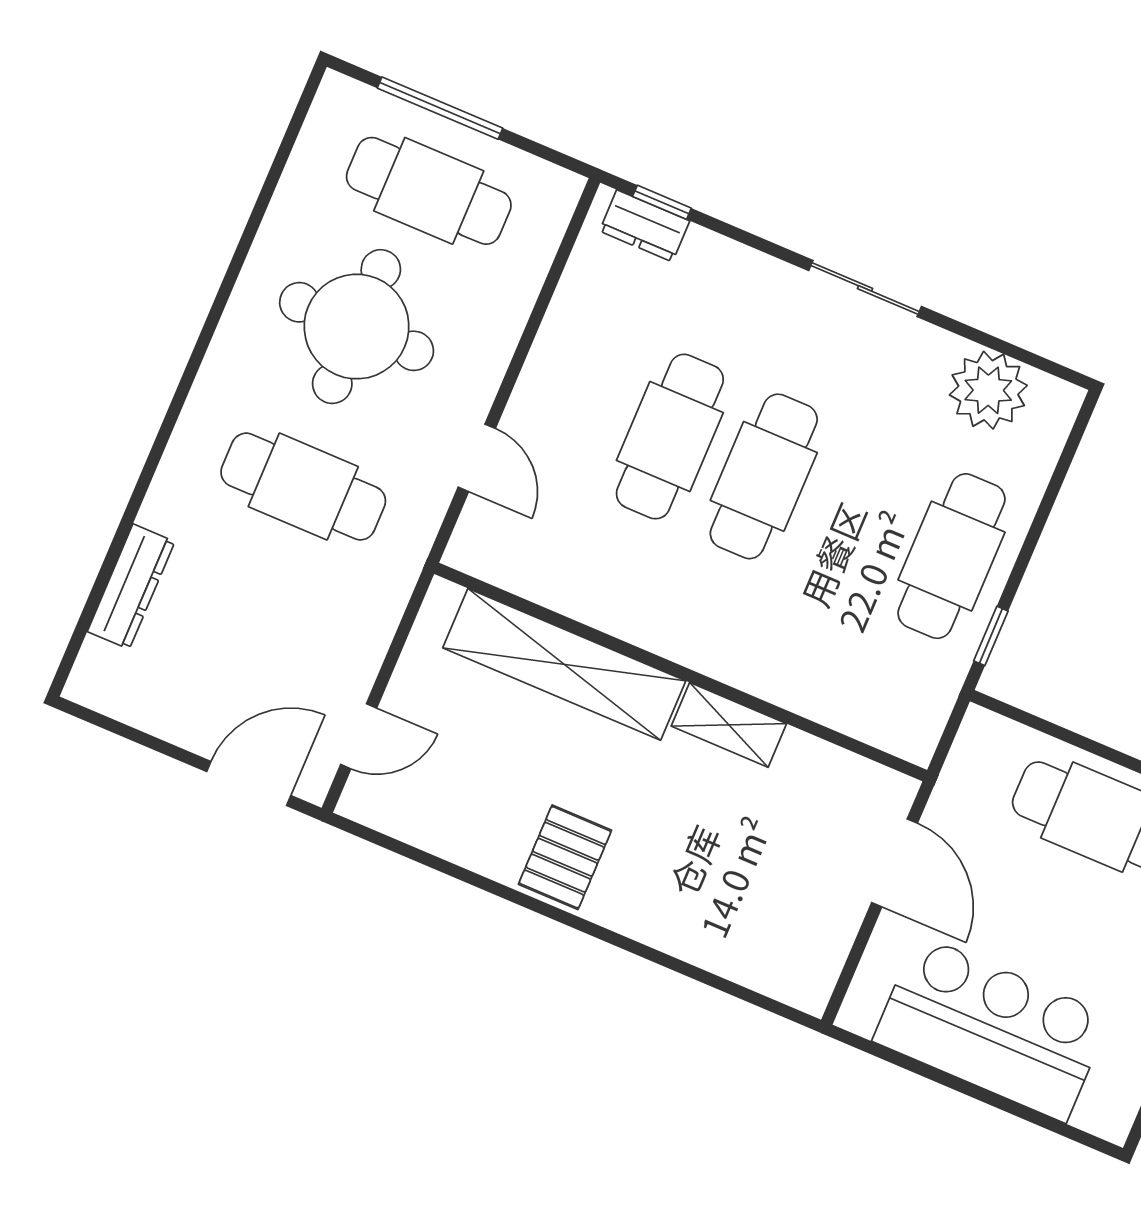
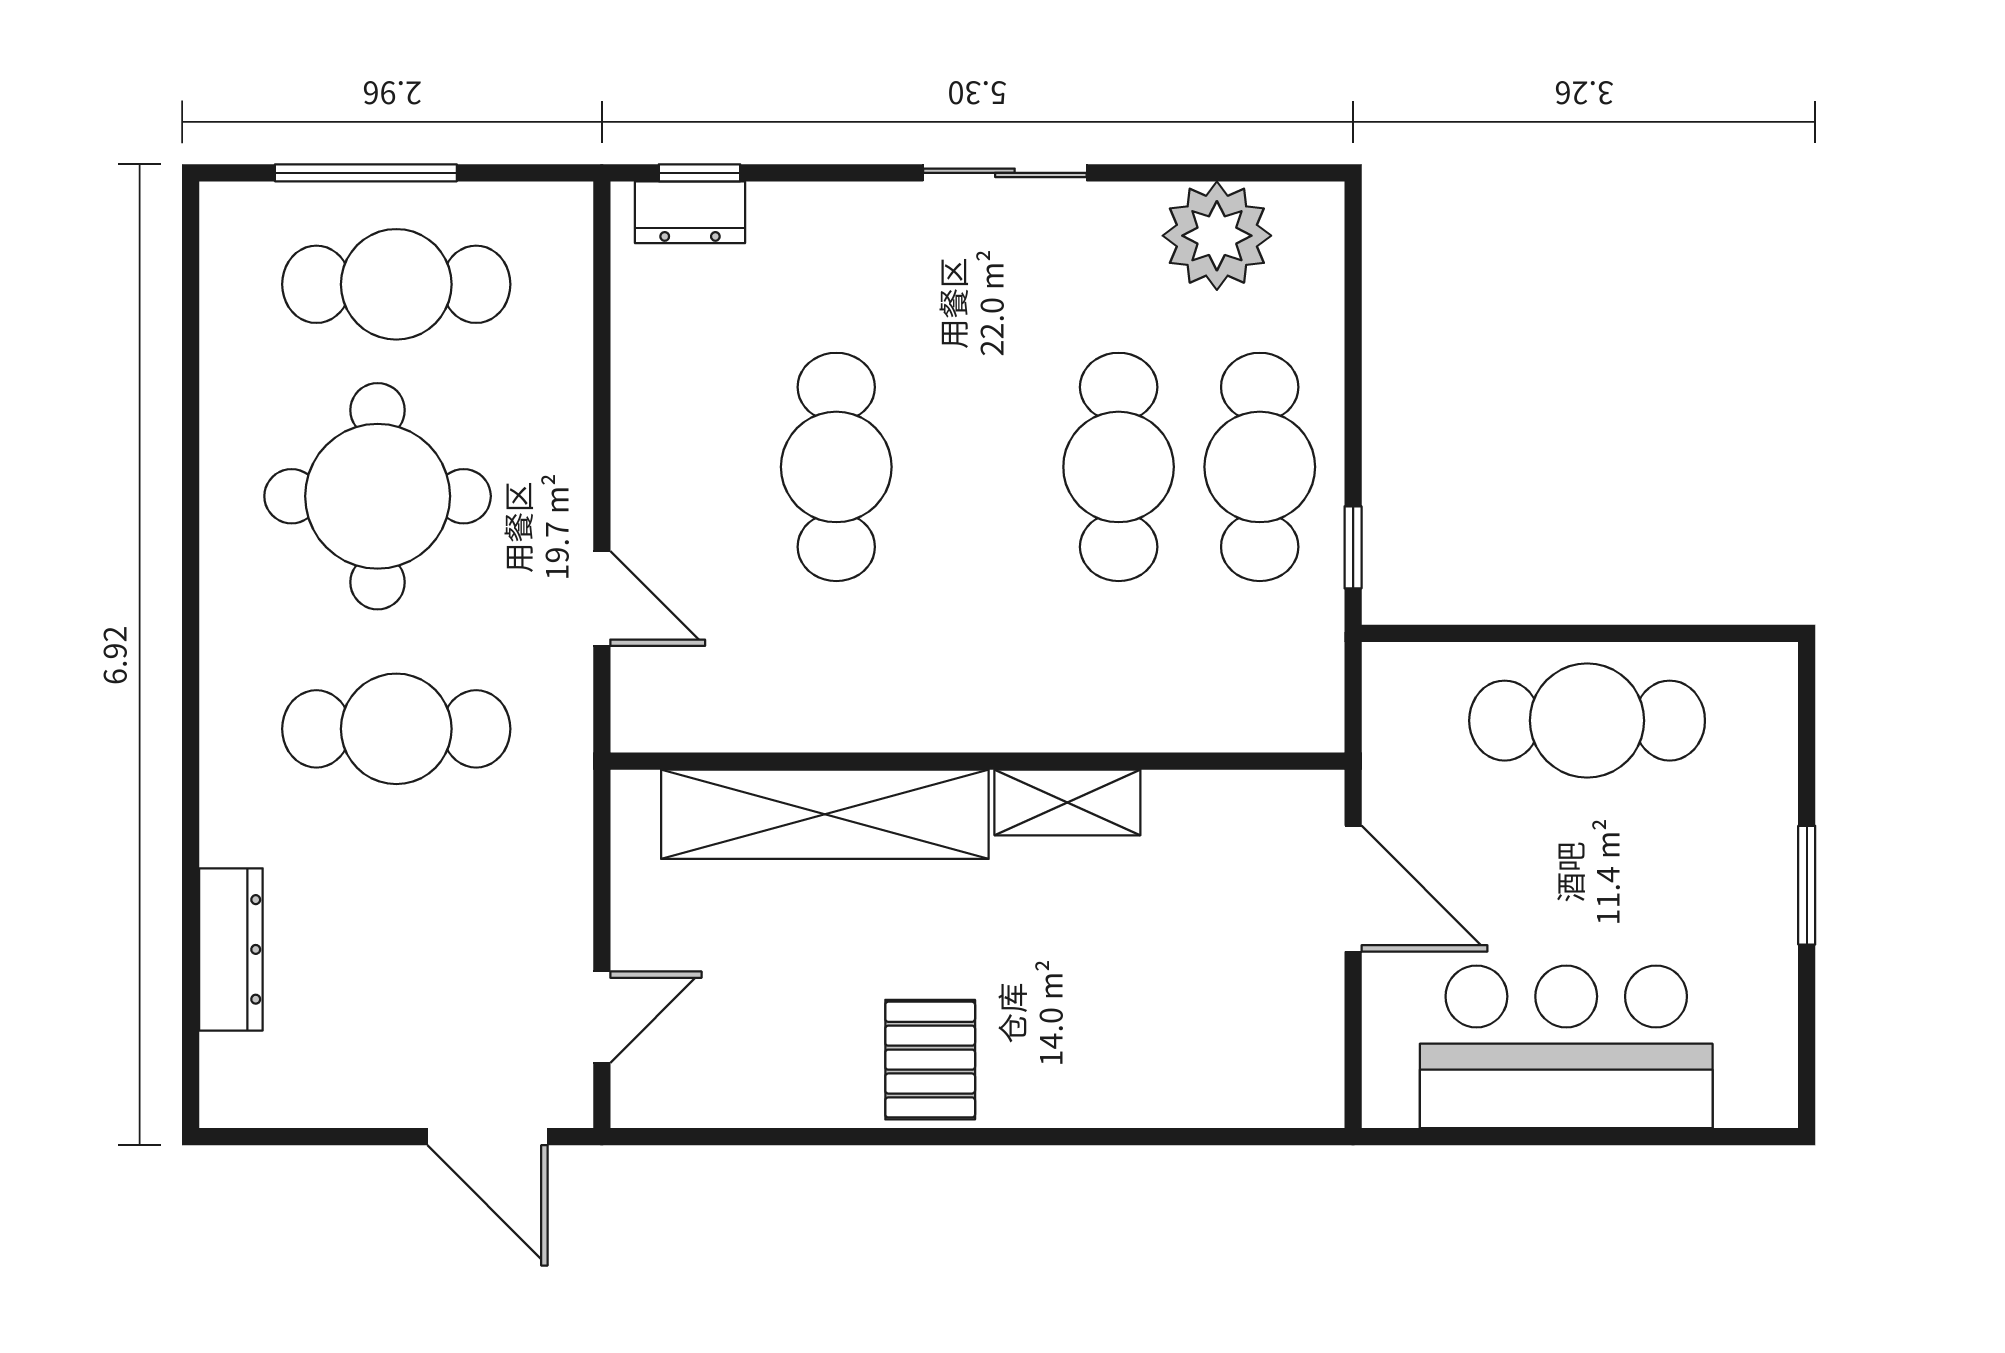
cafe table: (764, 476) -> (1119, 467), moved
door: (249, 784) -> (487, 1137), swing flipped

